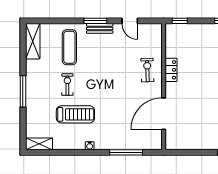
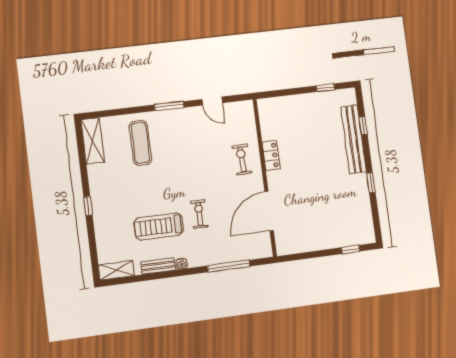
window: (180, 21) -> (274, 94), removed
bench: (100, 28) -> (158, 266), moved
exercise bike: (67, 85) -> (199, 214), moved
window: (23, 91) -> (88, 206), width x0.46
treadmill: (75, 114) -> (159, 226), turned 180

